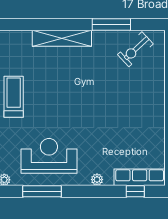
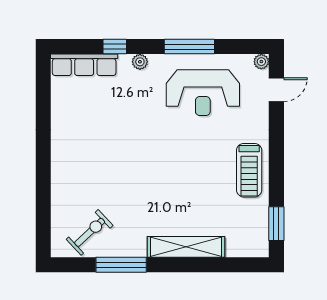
window: (42, 191) -> (189, 47), moved
window: (135, 191) -> (115, 47), moved

